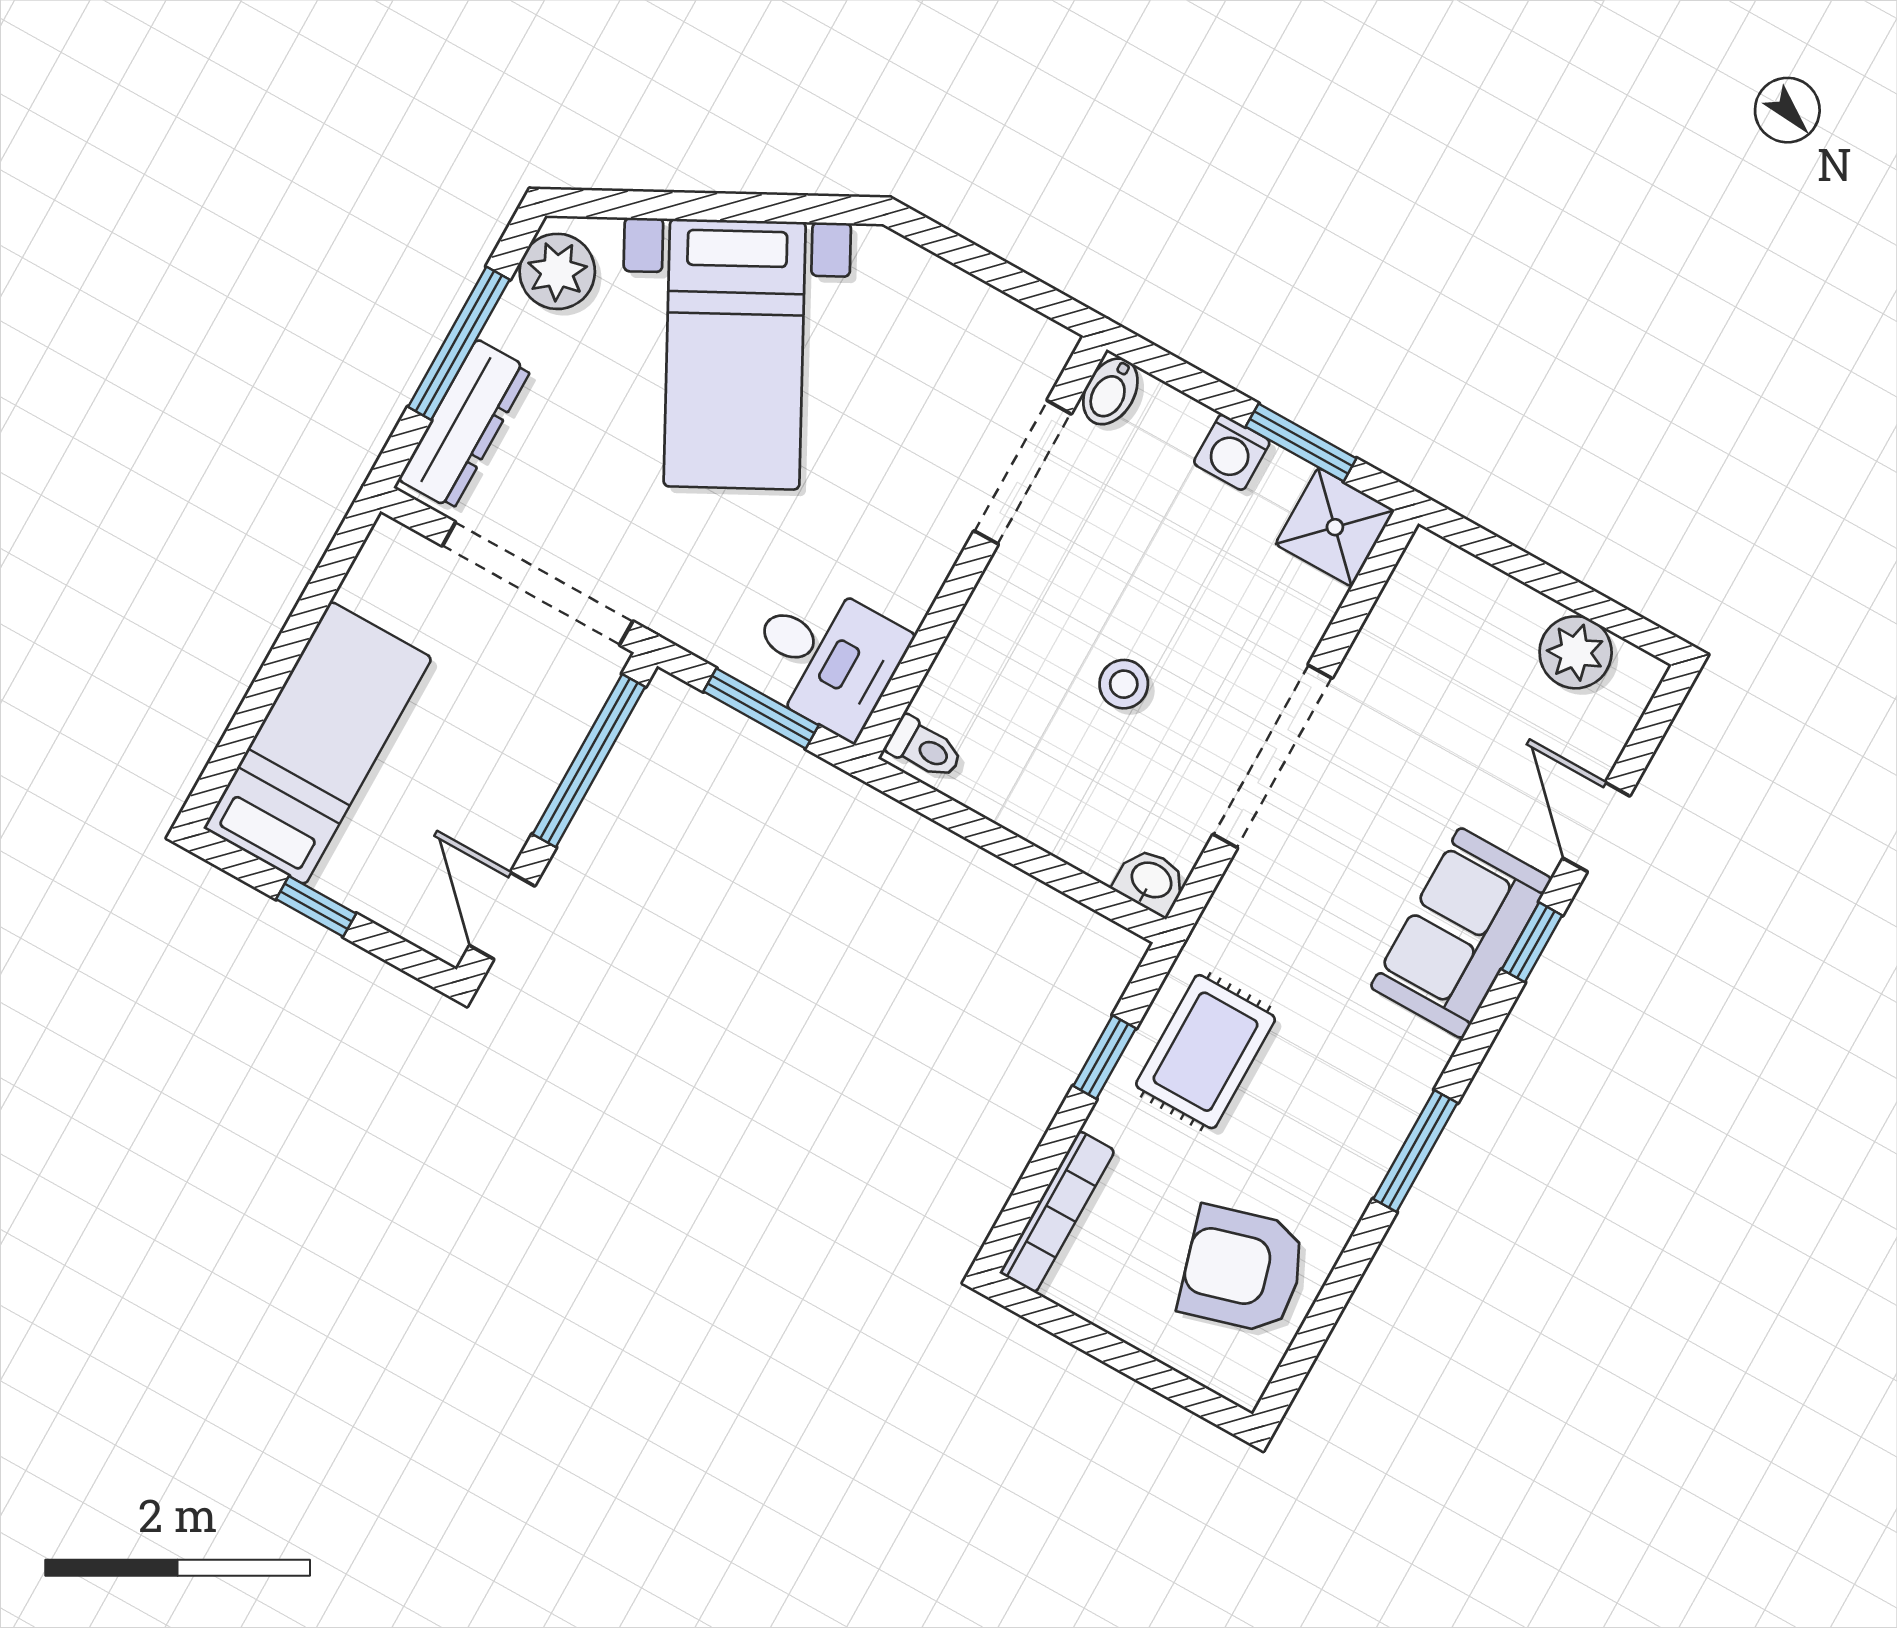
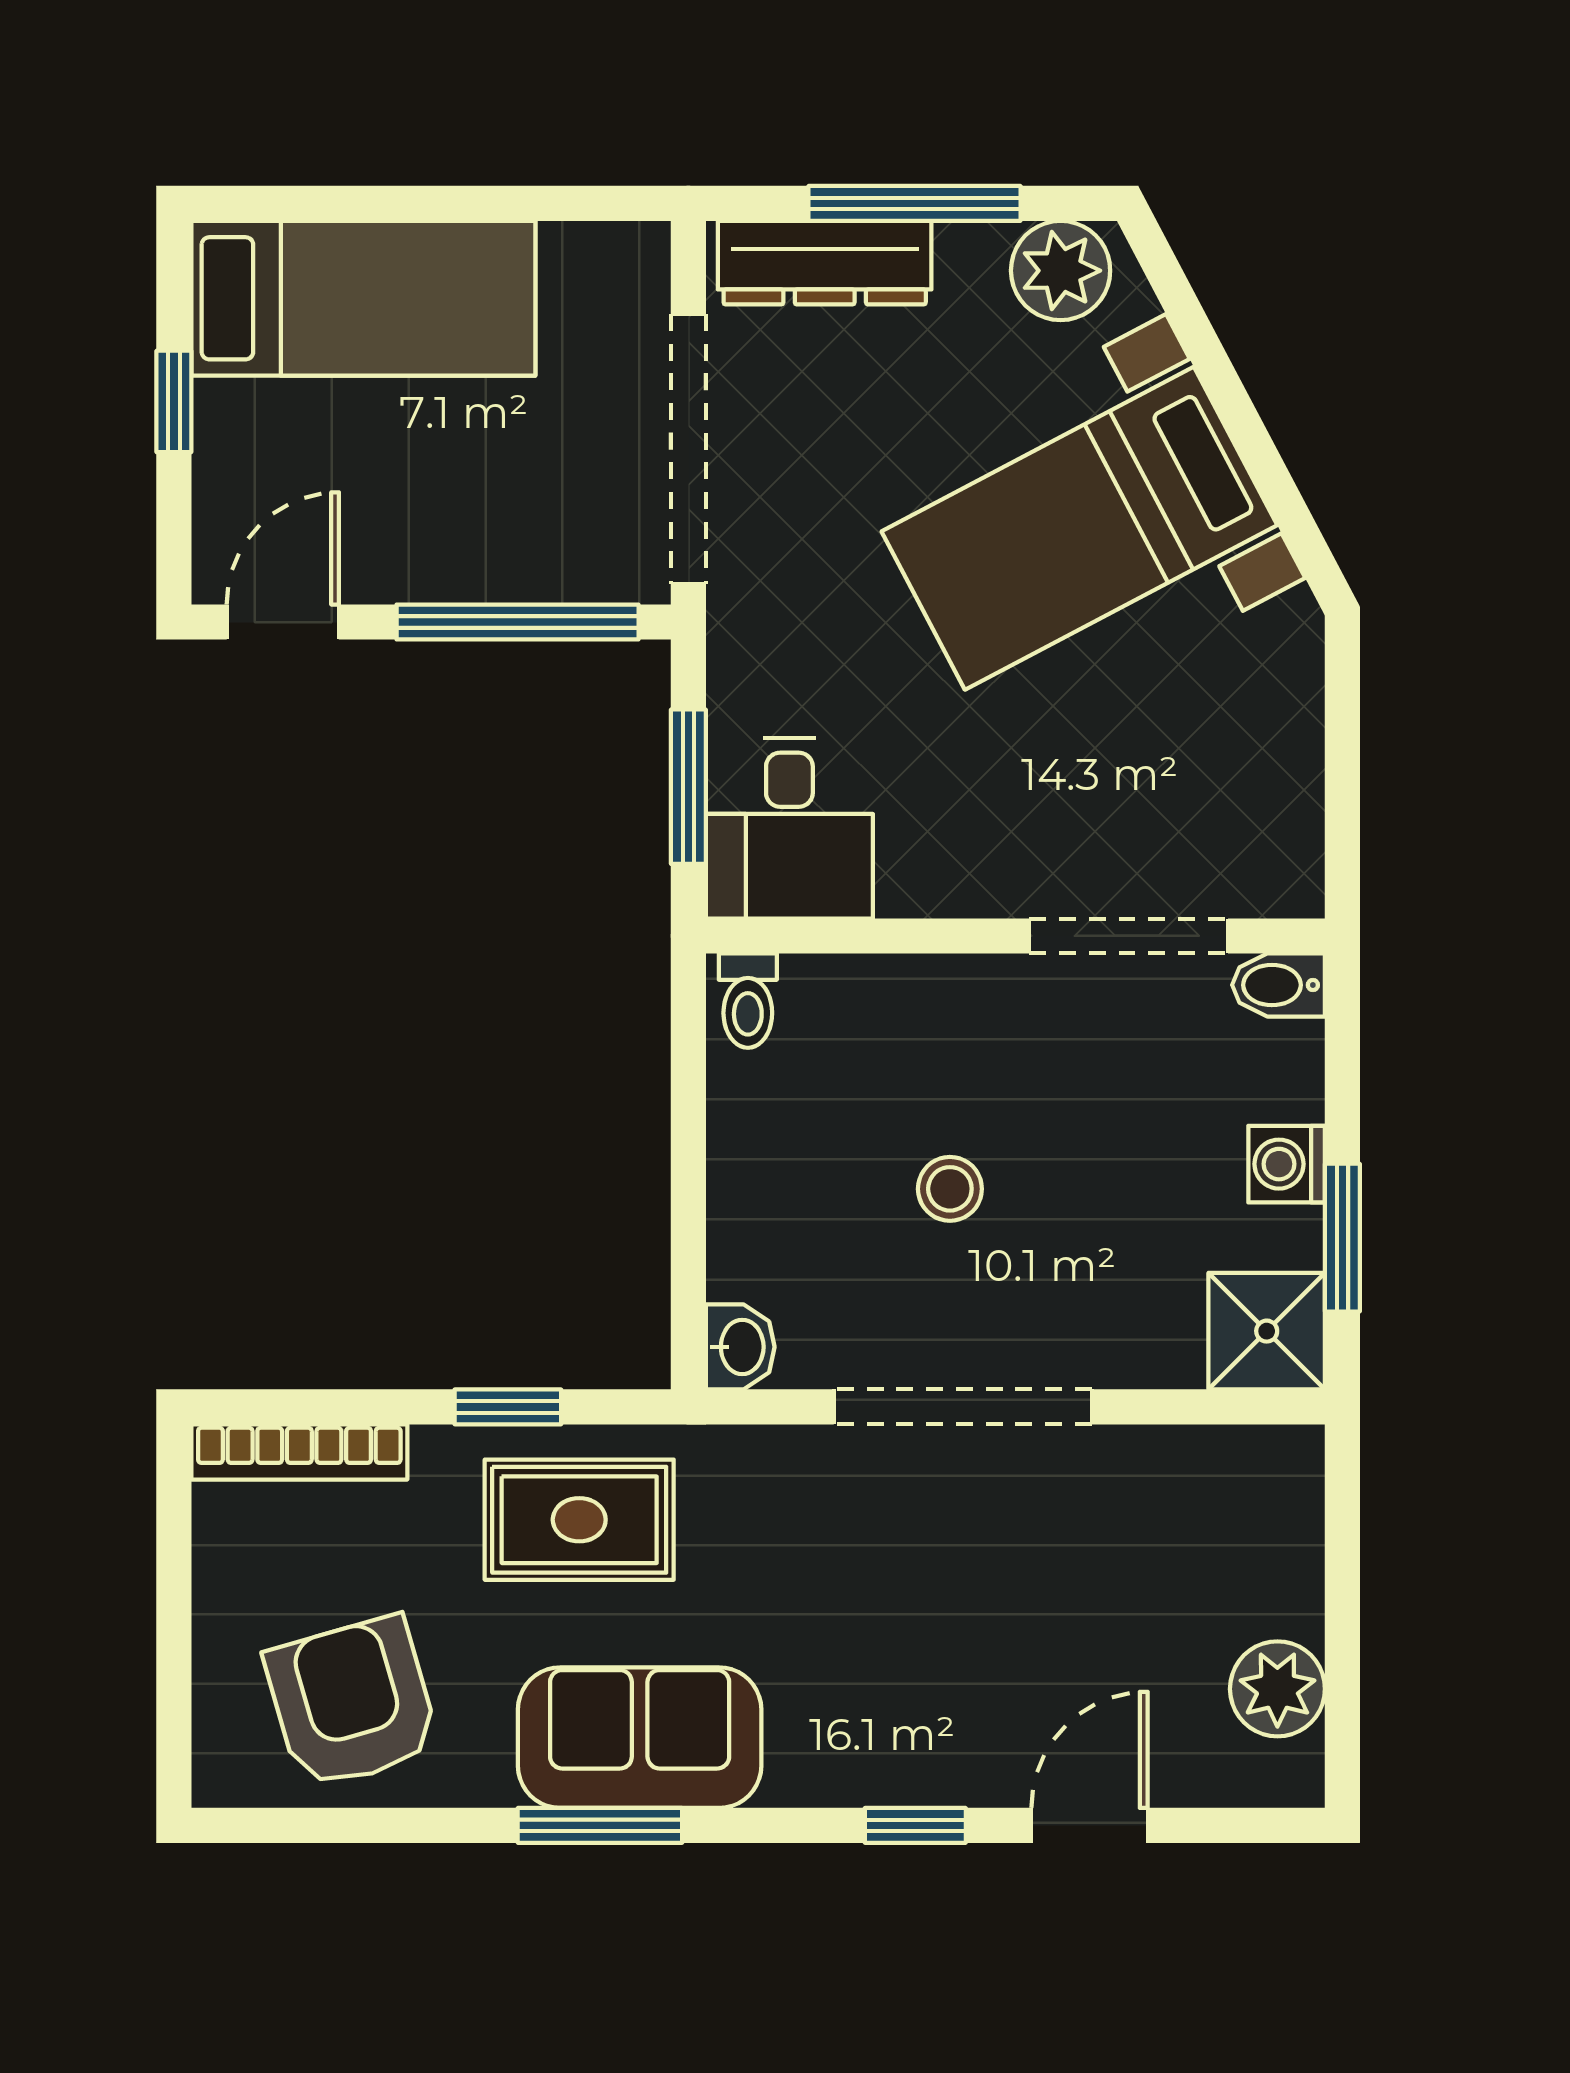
sofa: (1461, 933) -> (640, 1738), moved

